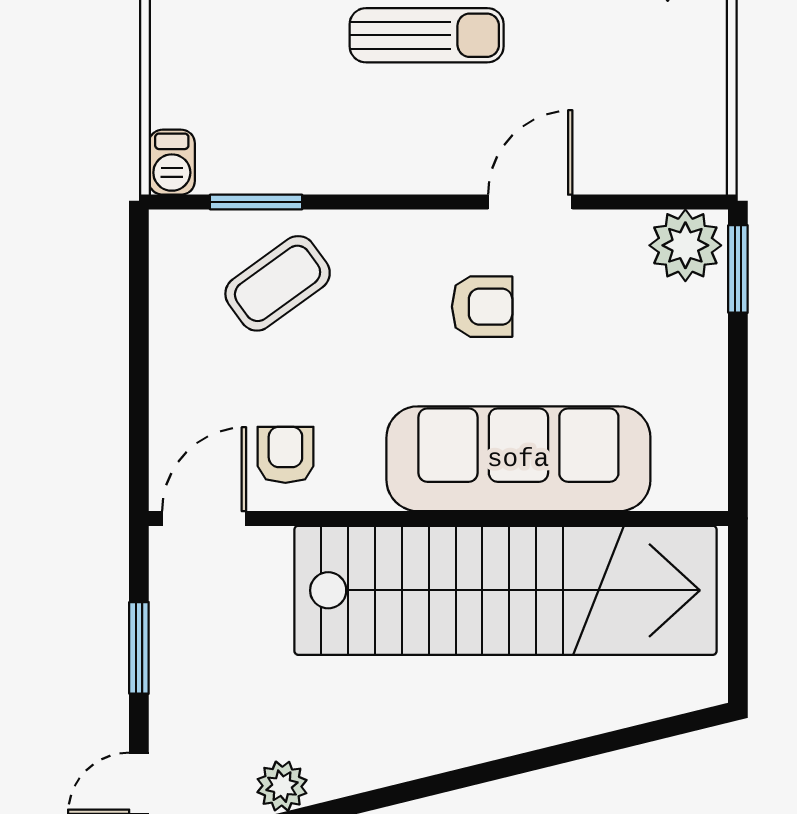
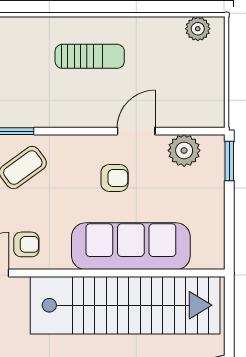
plant: (685, 245) -> (184, 150), moved
armchair: (285, 455) -> (26, 244), turned 90

